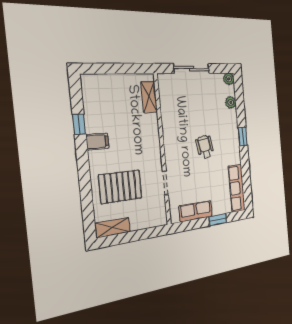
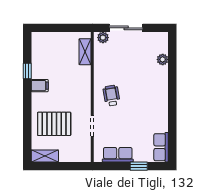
plant: (229, 79) -> (103, 38), moved
window: (243, 136) -> (172, 92), removed
wheelchair: (205, 147) -> (111, 96), moved
row of seats: (237, 188) -> (161, 147), width x0.68

